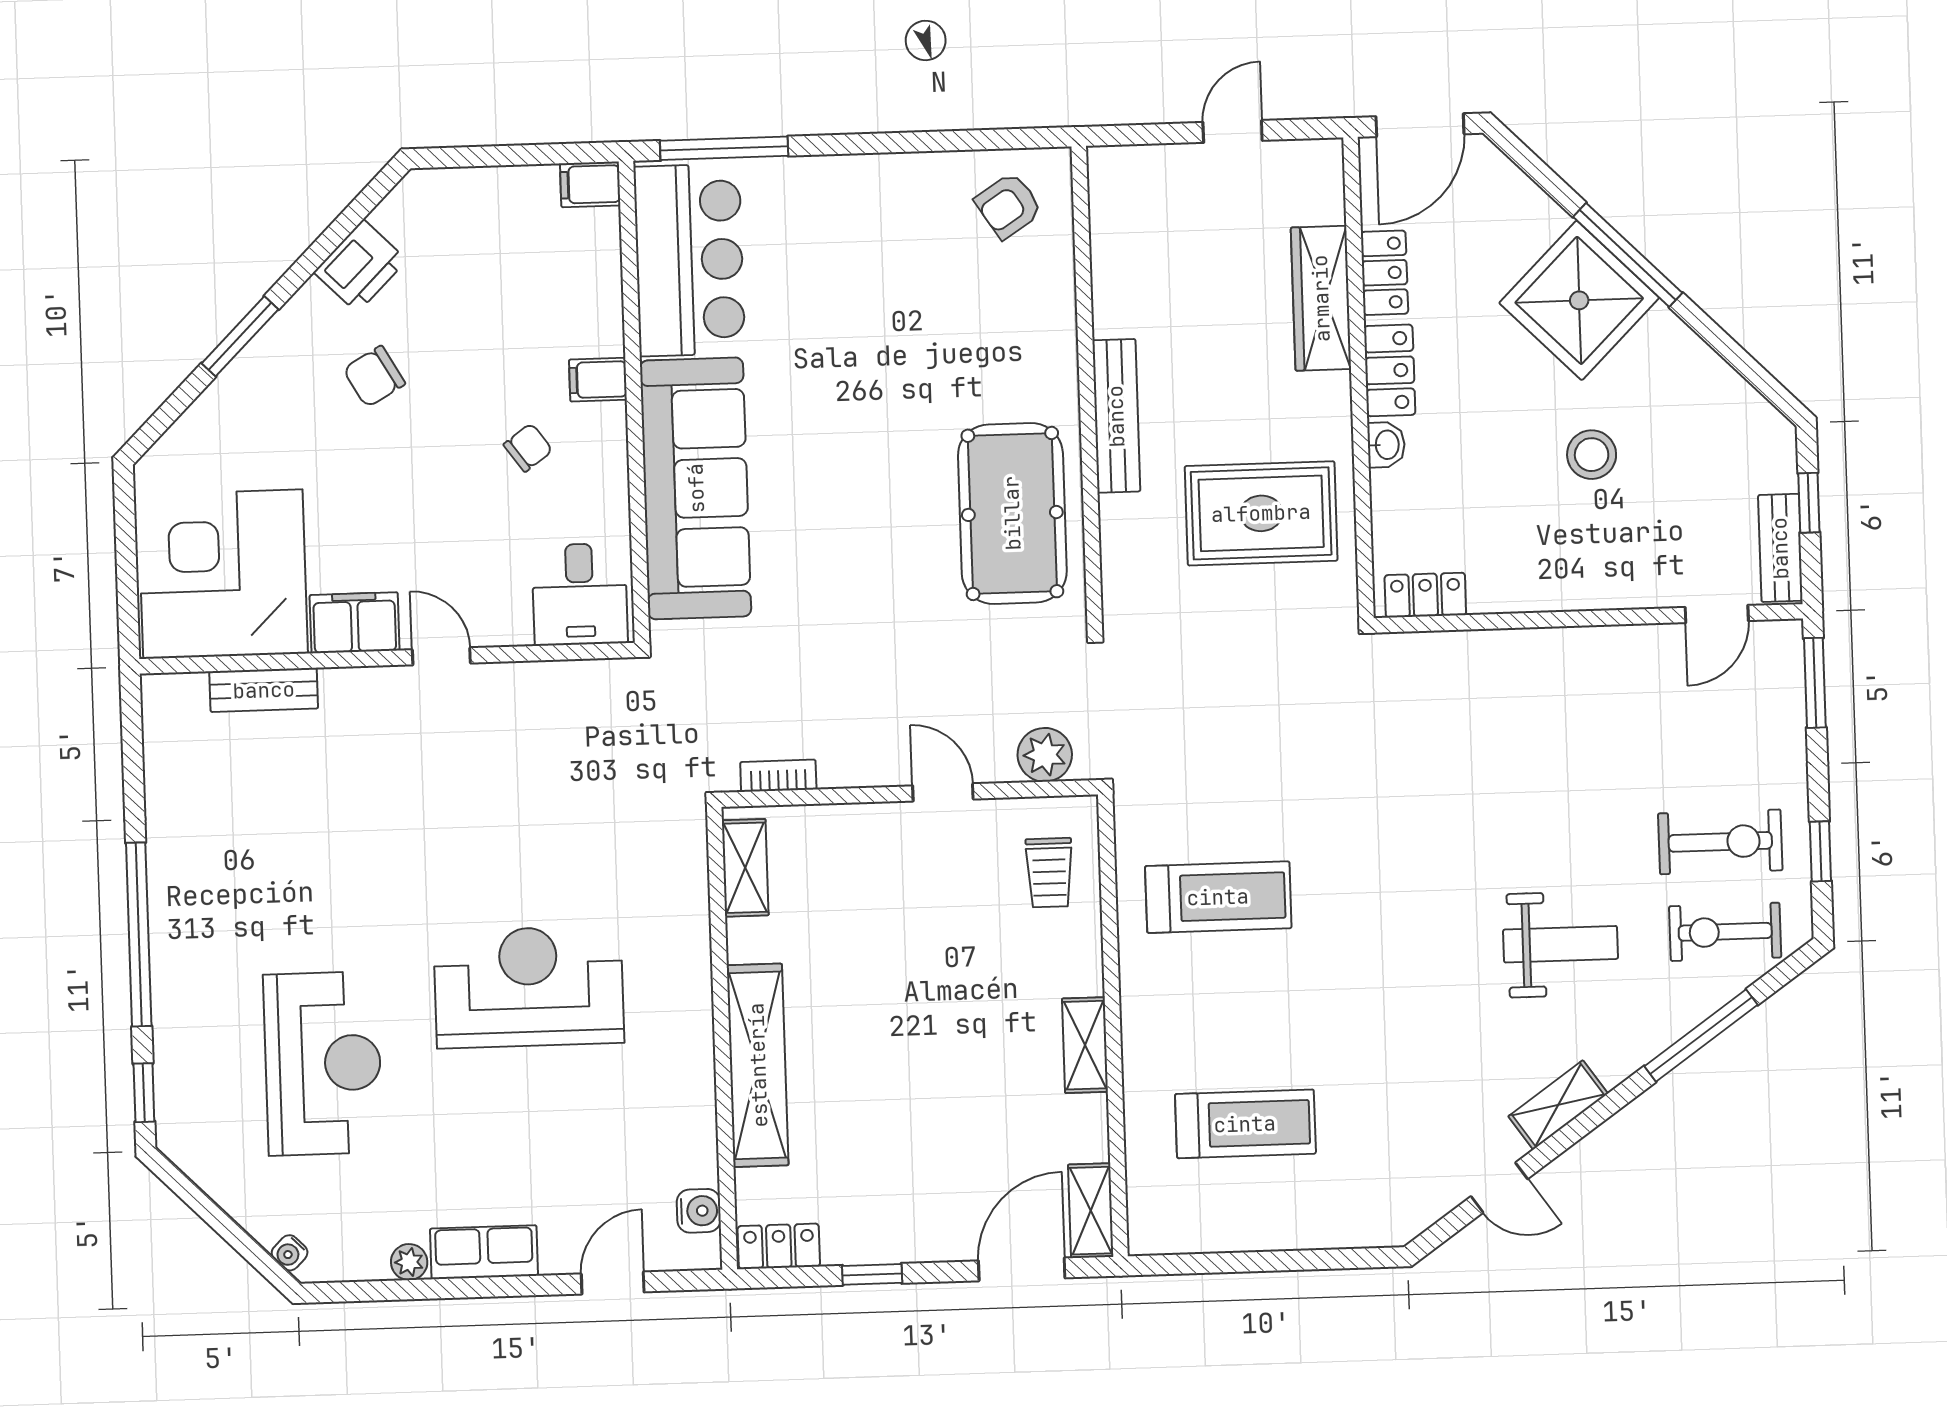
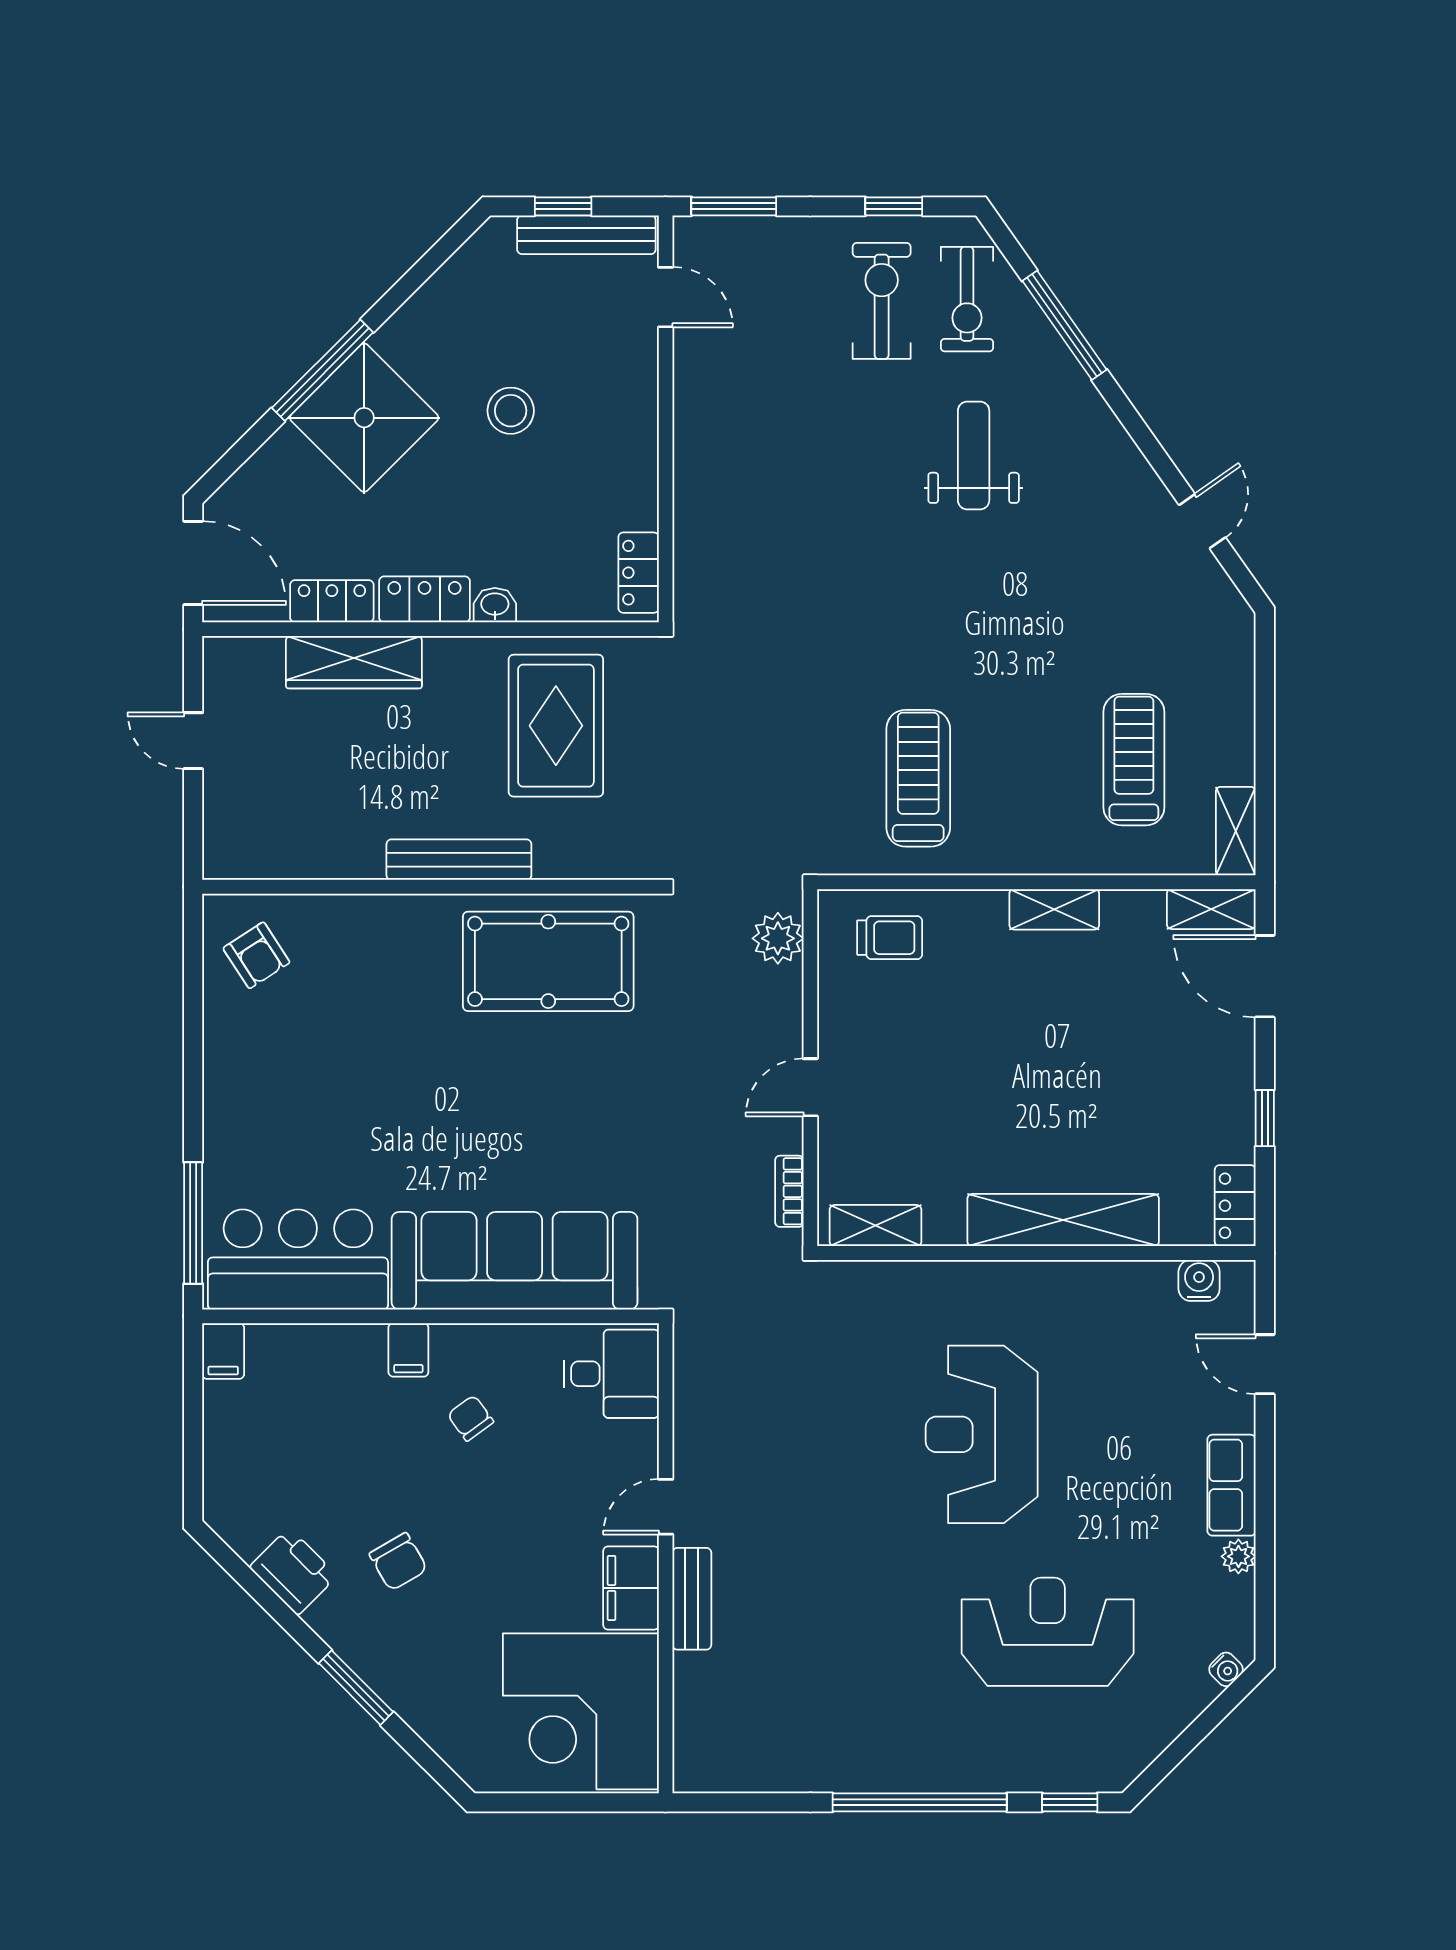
bench: (1780, 548) -> (586, 235), width x1.36
bench: (264, 690) -> (692, 1599), moved
door: (943, 792) -> (810, 1087), moved
shelving: (1558, 1105) -> (1236, 831), moved, turned 35

